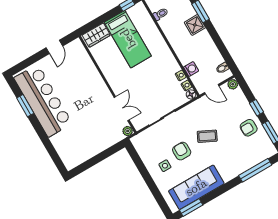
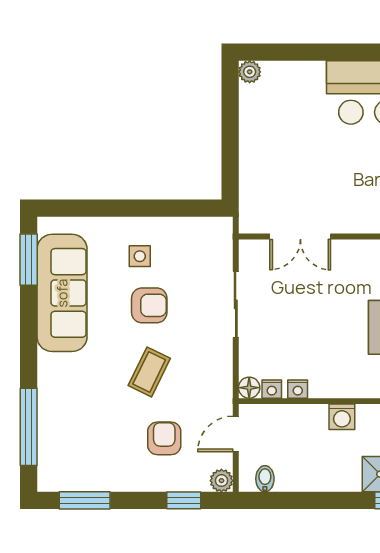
washing machine: (191, 69) -> (342, 417), moved
window: (257, 108) -> (184, 500), moved
armchair: (249, 128) -> (164, 438), moved
plant: (128, 131) -> (250, 72), moved

